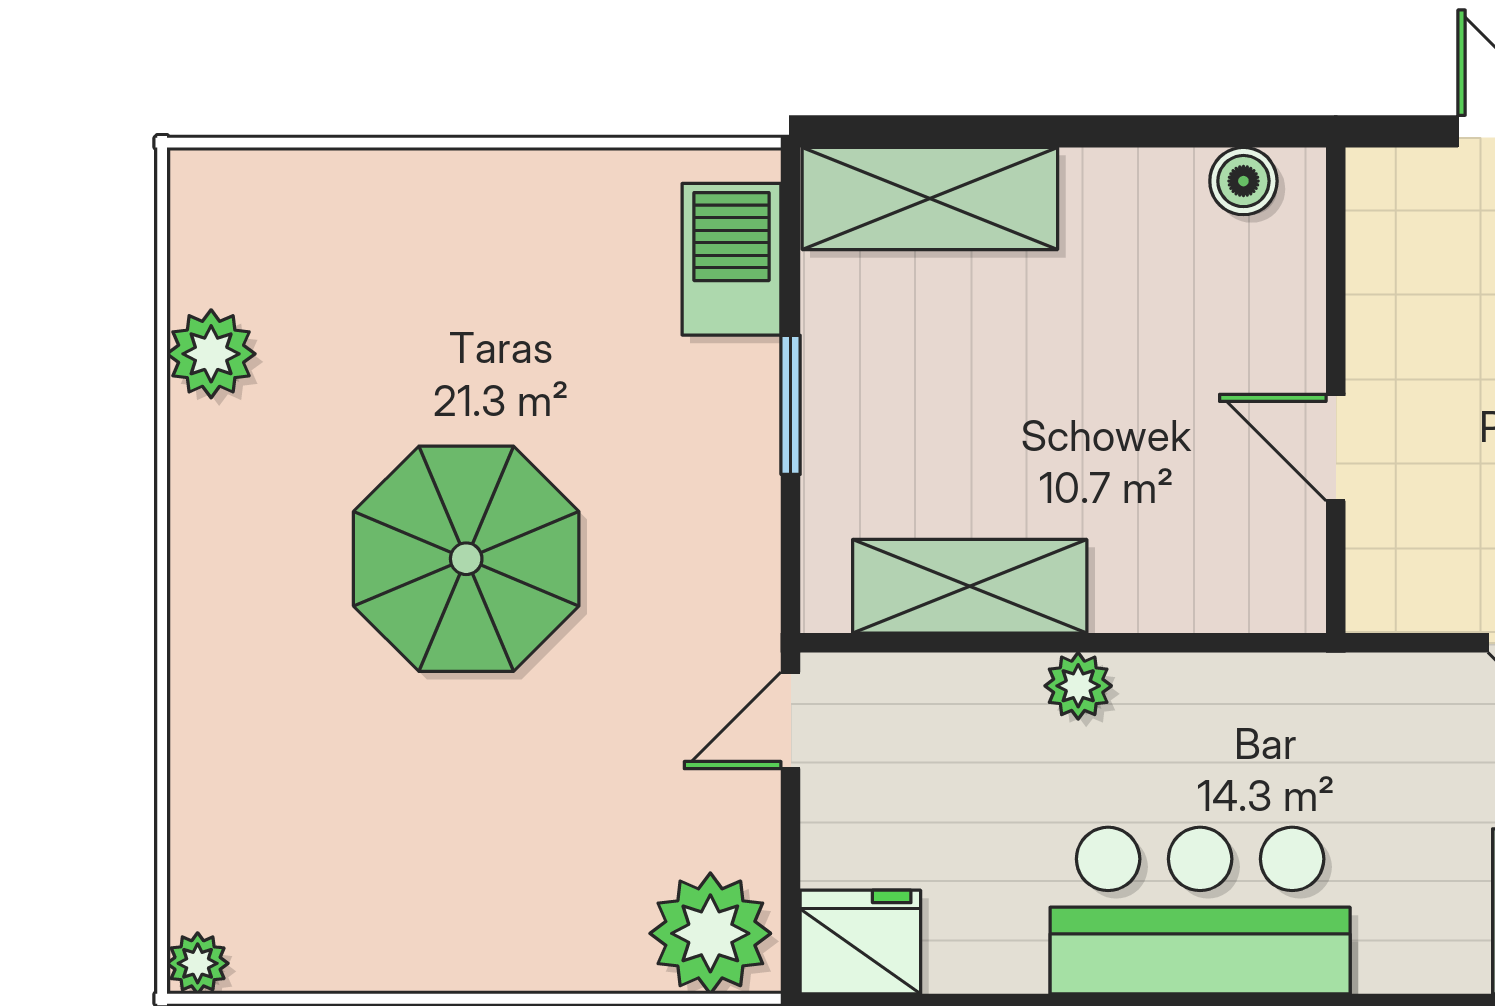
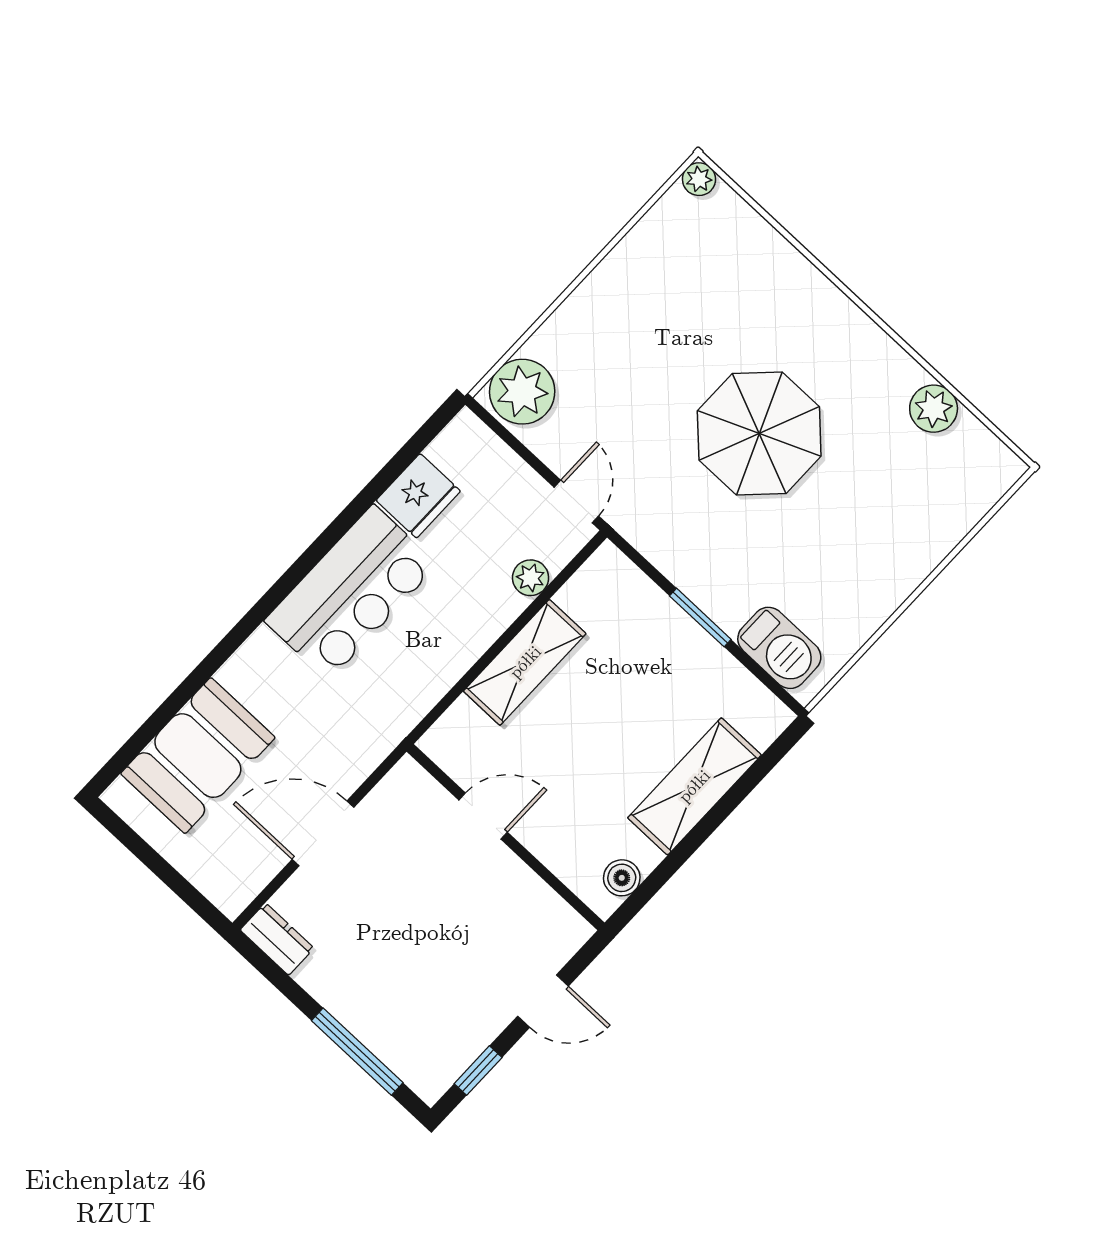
shelving: (930, 198) -> (694, 786), moved
shelving: (970, 586) -> (525, 662), moved
plant: (1078, 686) -> (531, 578), moved
fridge: (860, 942) -> (418, 496), moved

